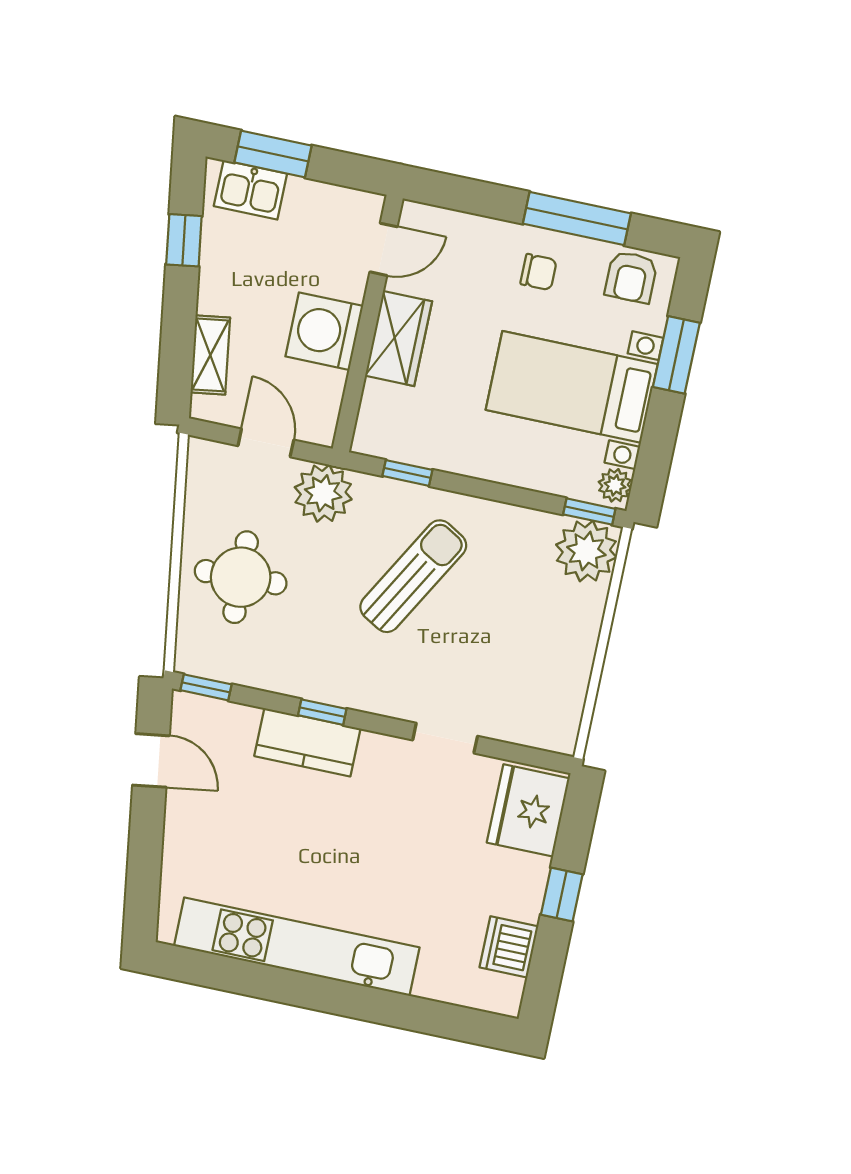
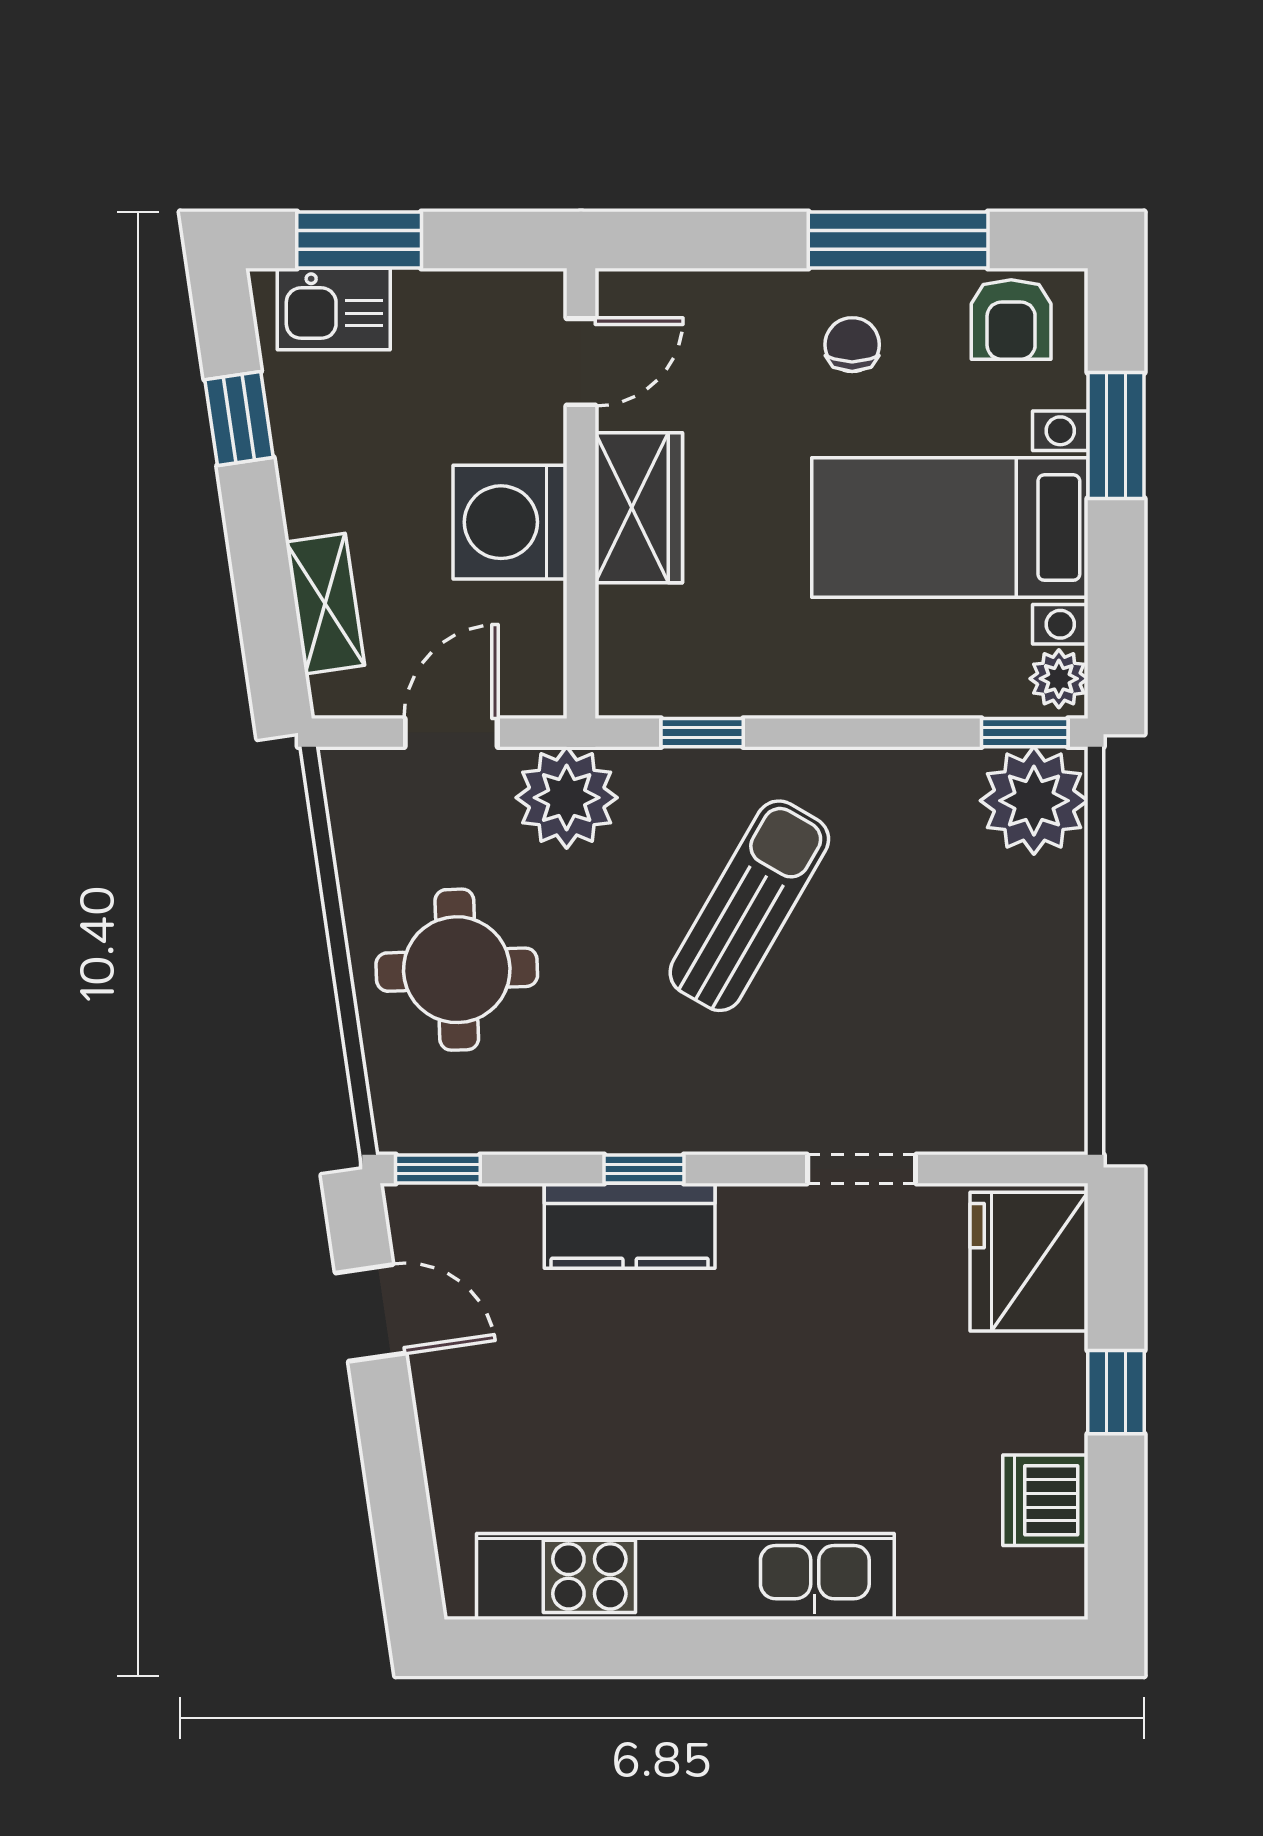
chair: (539, 272) -> (852, 345), turned -90
door: (266, 443) -> (451, 733), hinge flipped

